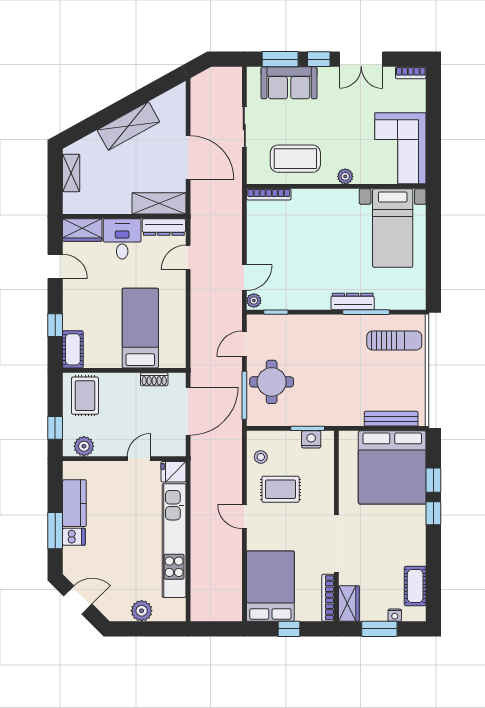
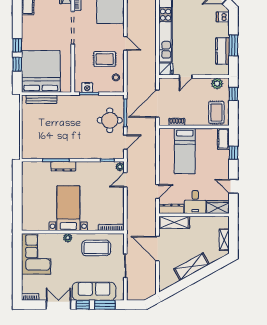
sofa: (289, 83) -> (94, 291), width x1.36
bed with nightstands: (393, 228) -> (68, 208), moved
sun lounger: (394, 341) -> (40, 144), removed
window: (55, 531) -> (233, 45), moved
dishwasher: (74, 537) -> (223, 17), moved

